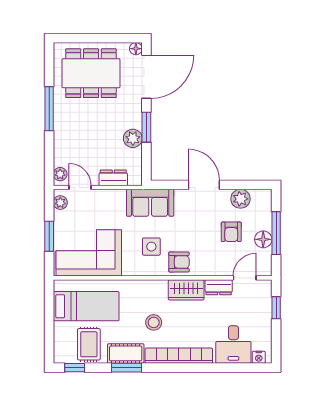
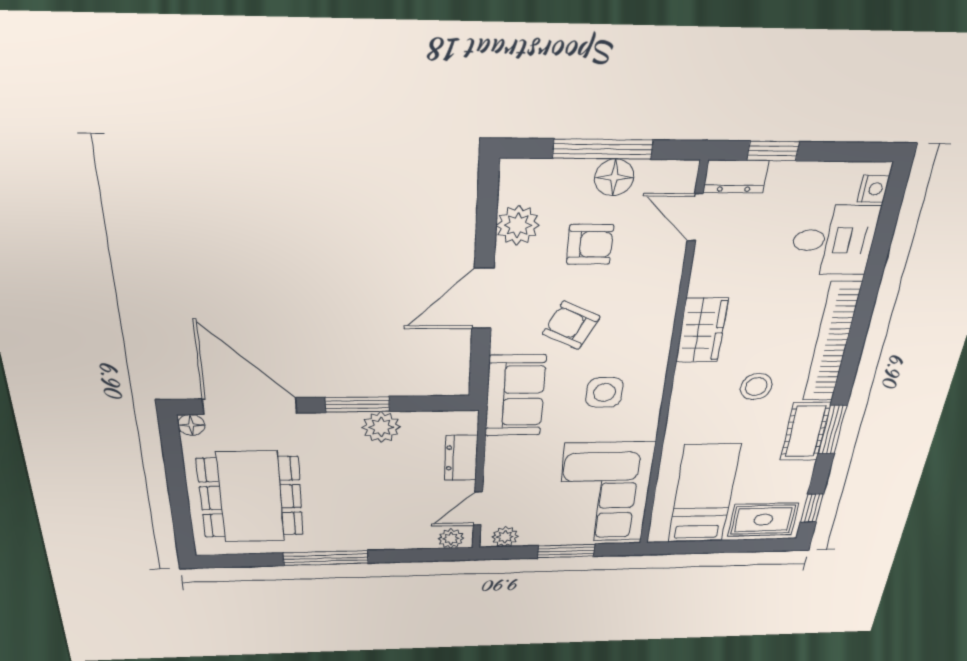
armchair: (179, 262) -> (571, 325), moved, turned -64
dresser: (219, 287) -> (736, 176), moved, turned 90
rug: (89, 344) -> (763, 520), moved

